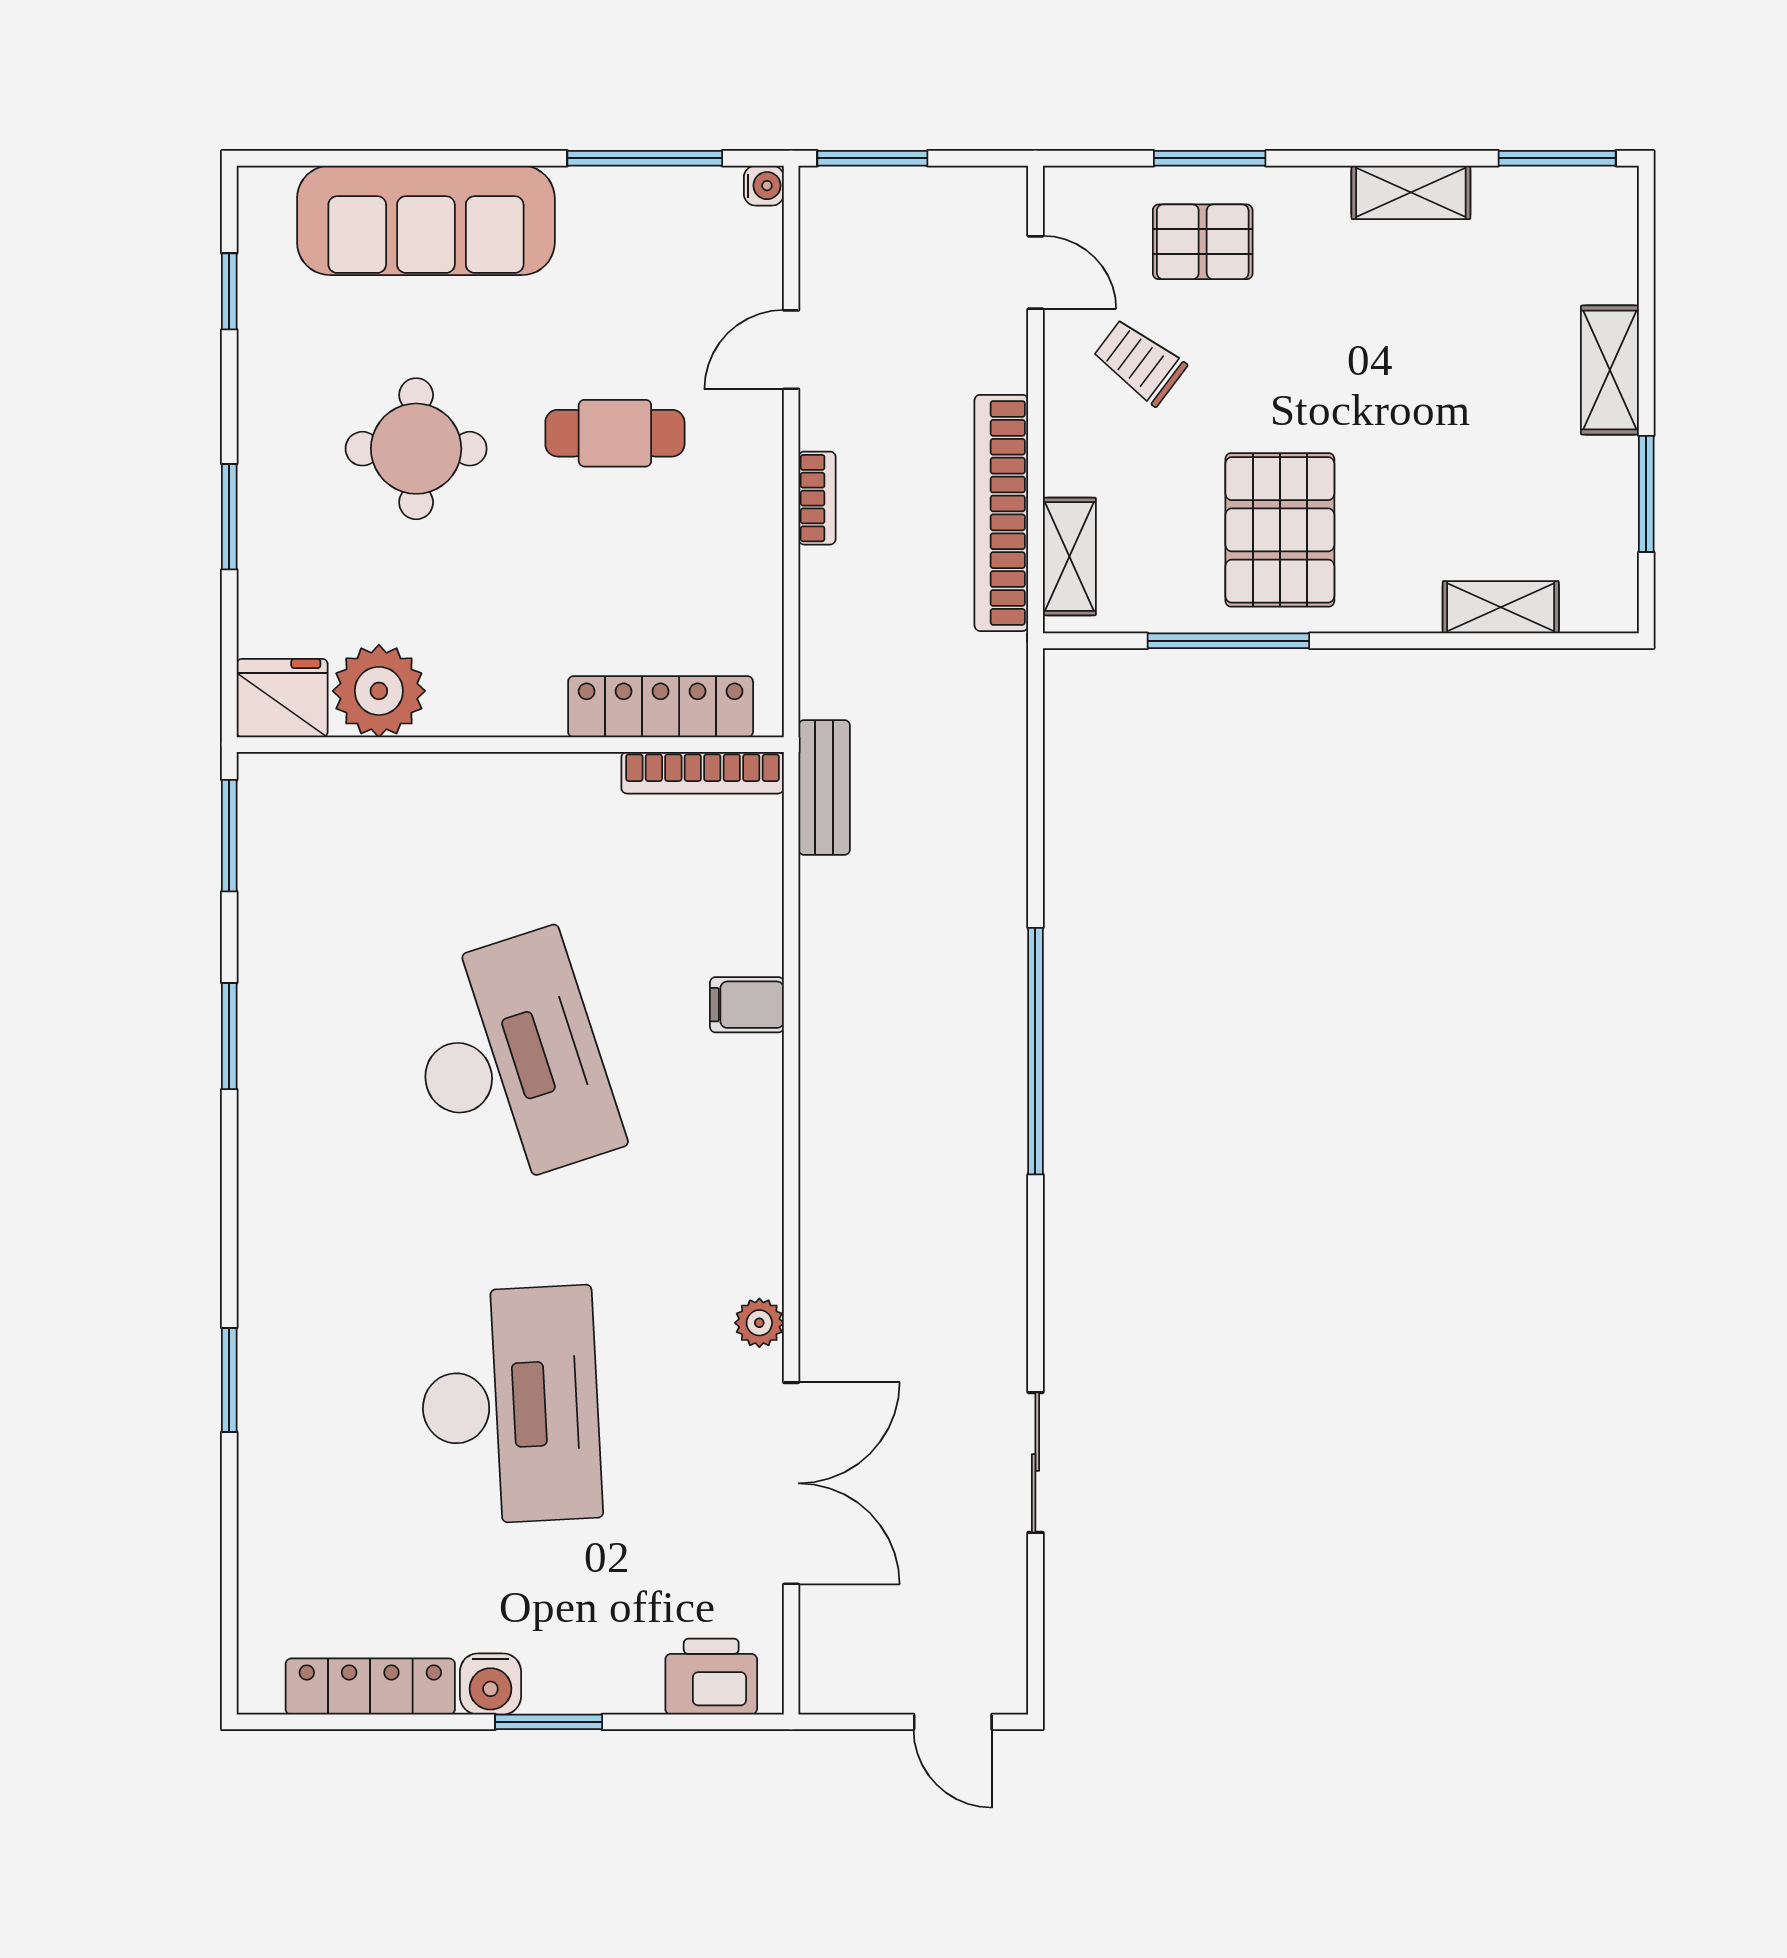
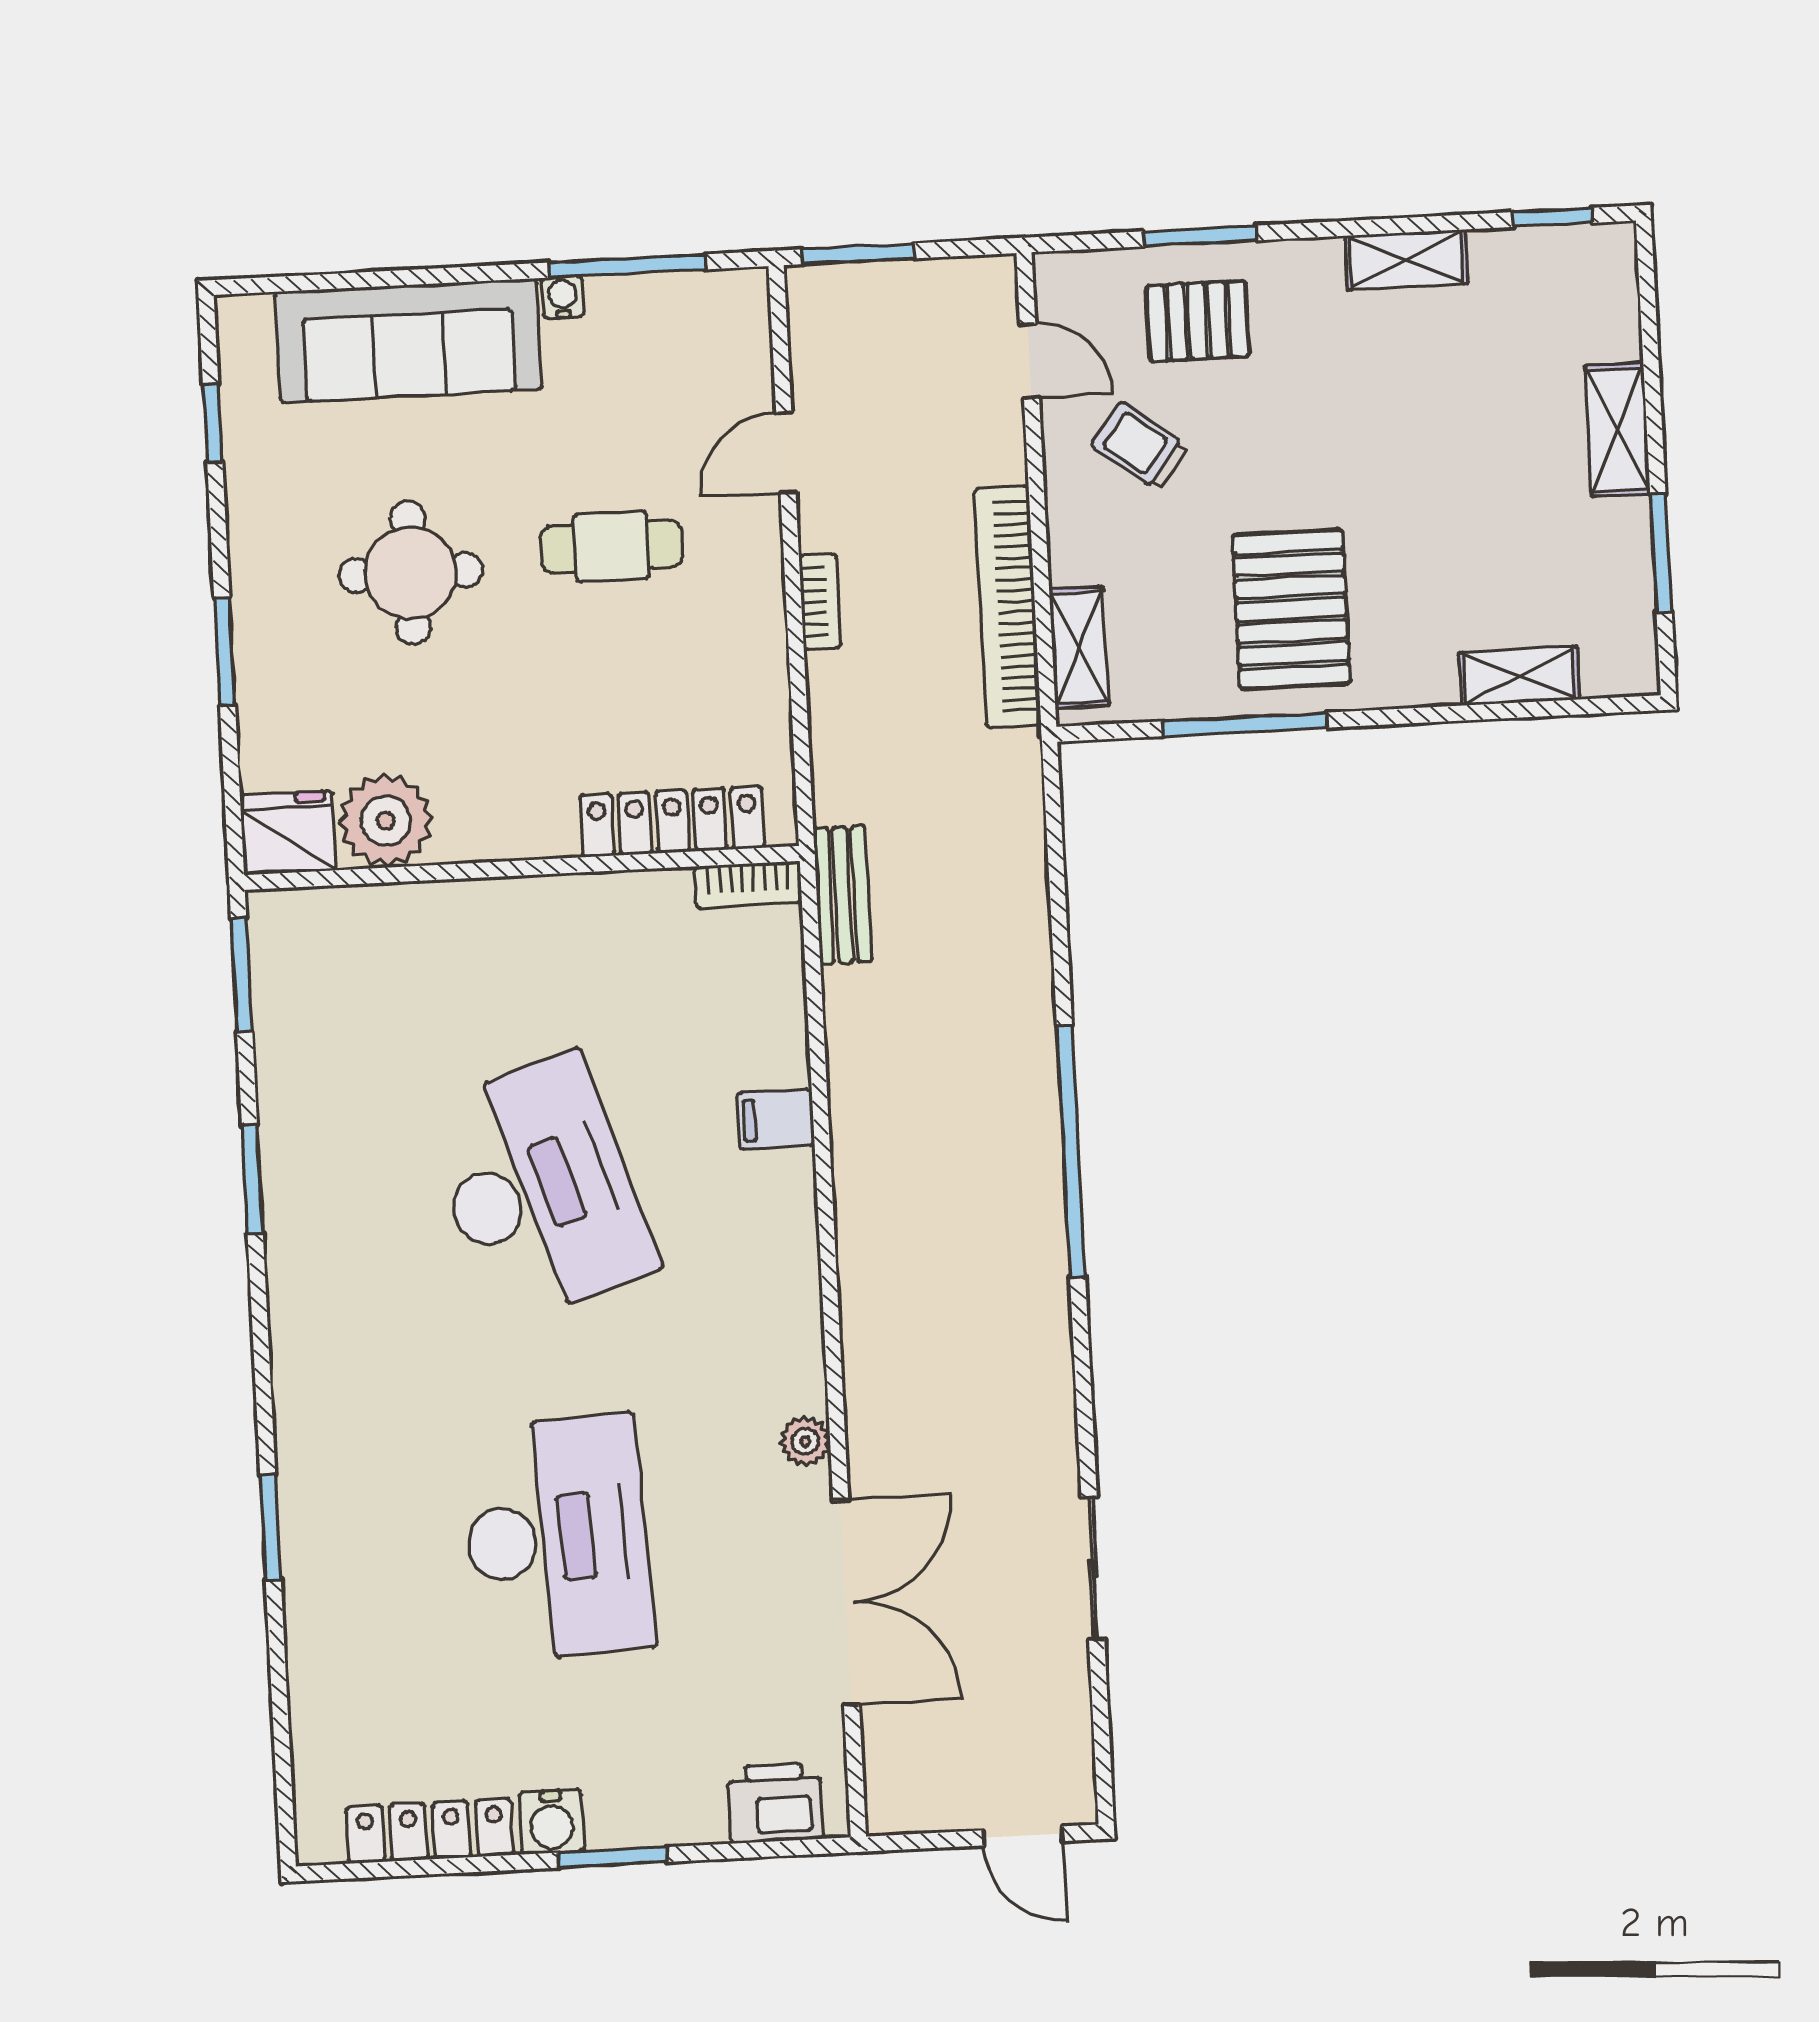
window: (1557, 158) -> (1553, 217), width x0.67
water cooler: (764, 186) -> (563, 297), moved, turned -90
bookcase: (703, 773) -> (748, 885), width x0.64

